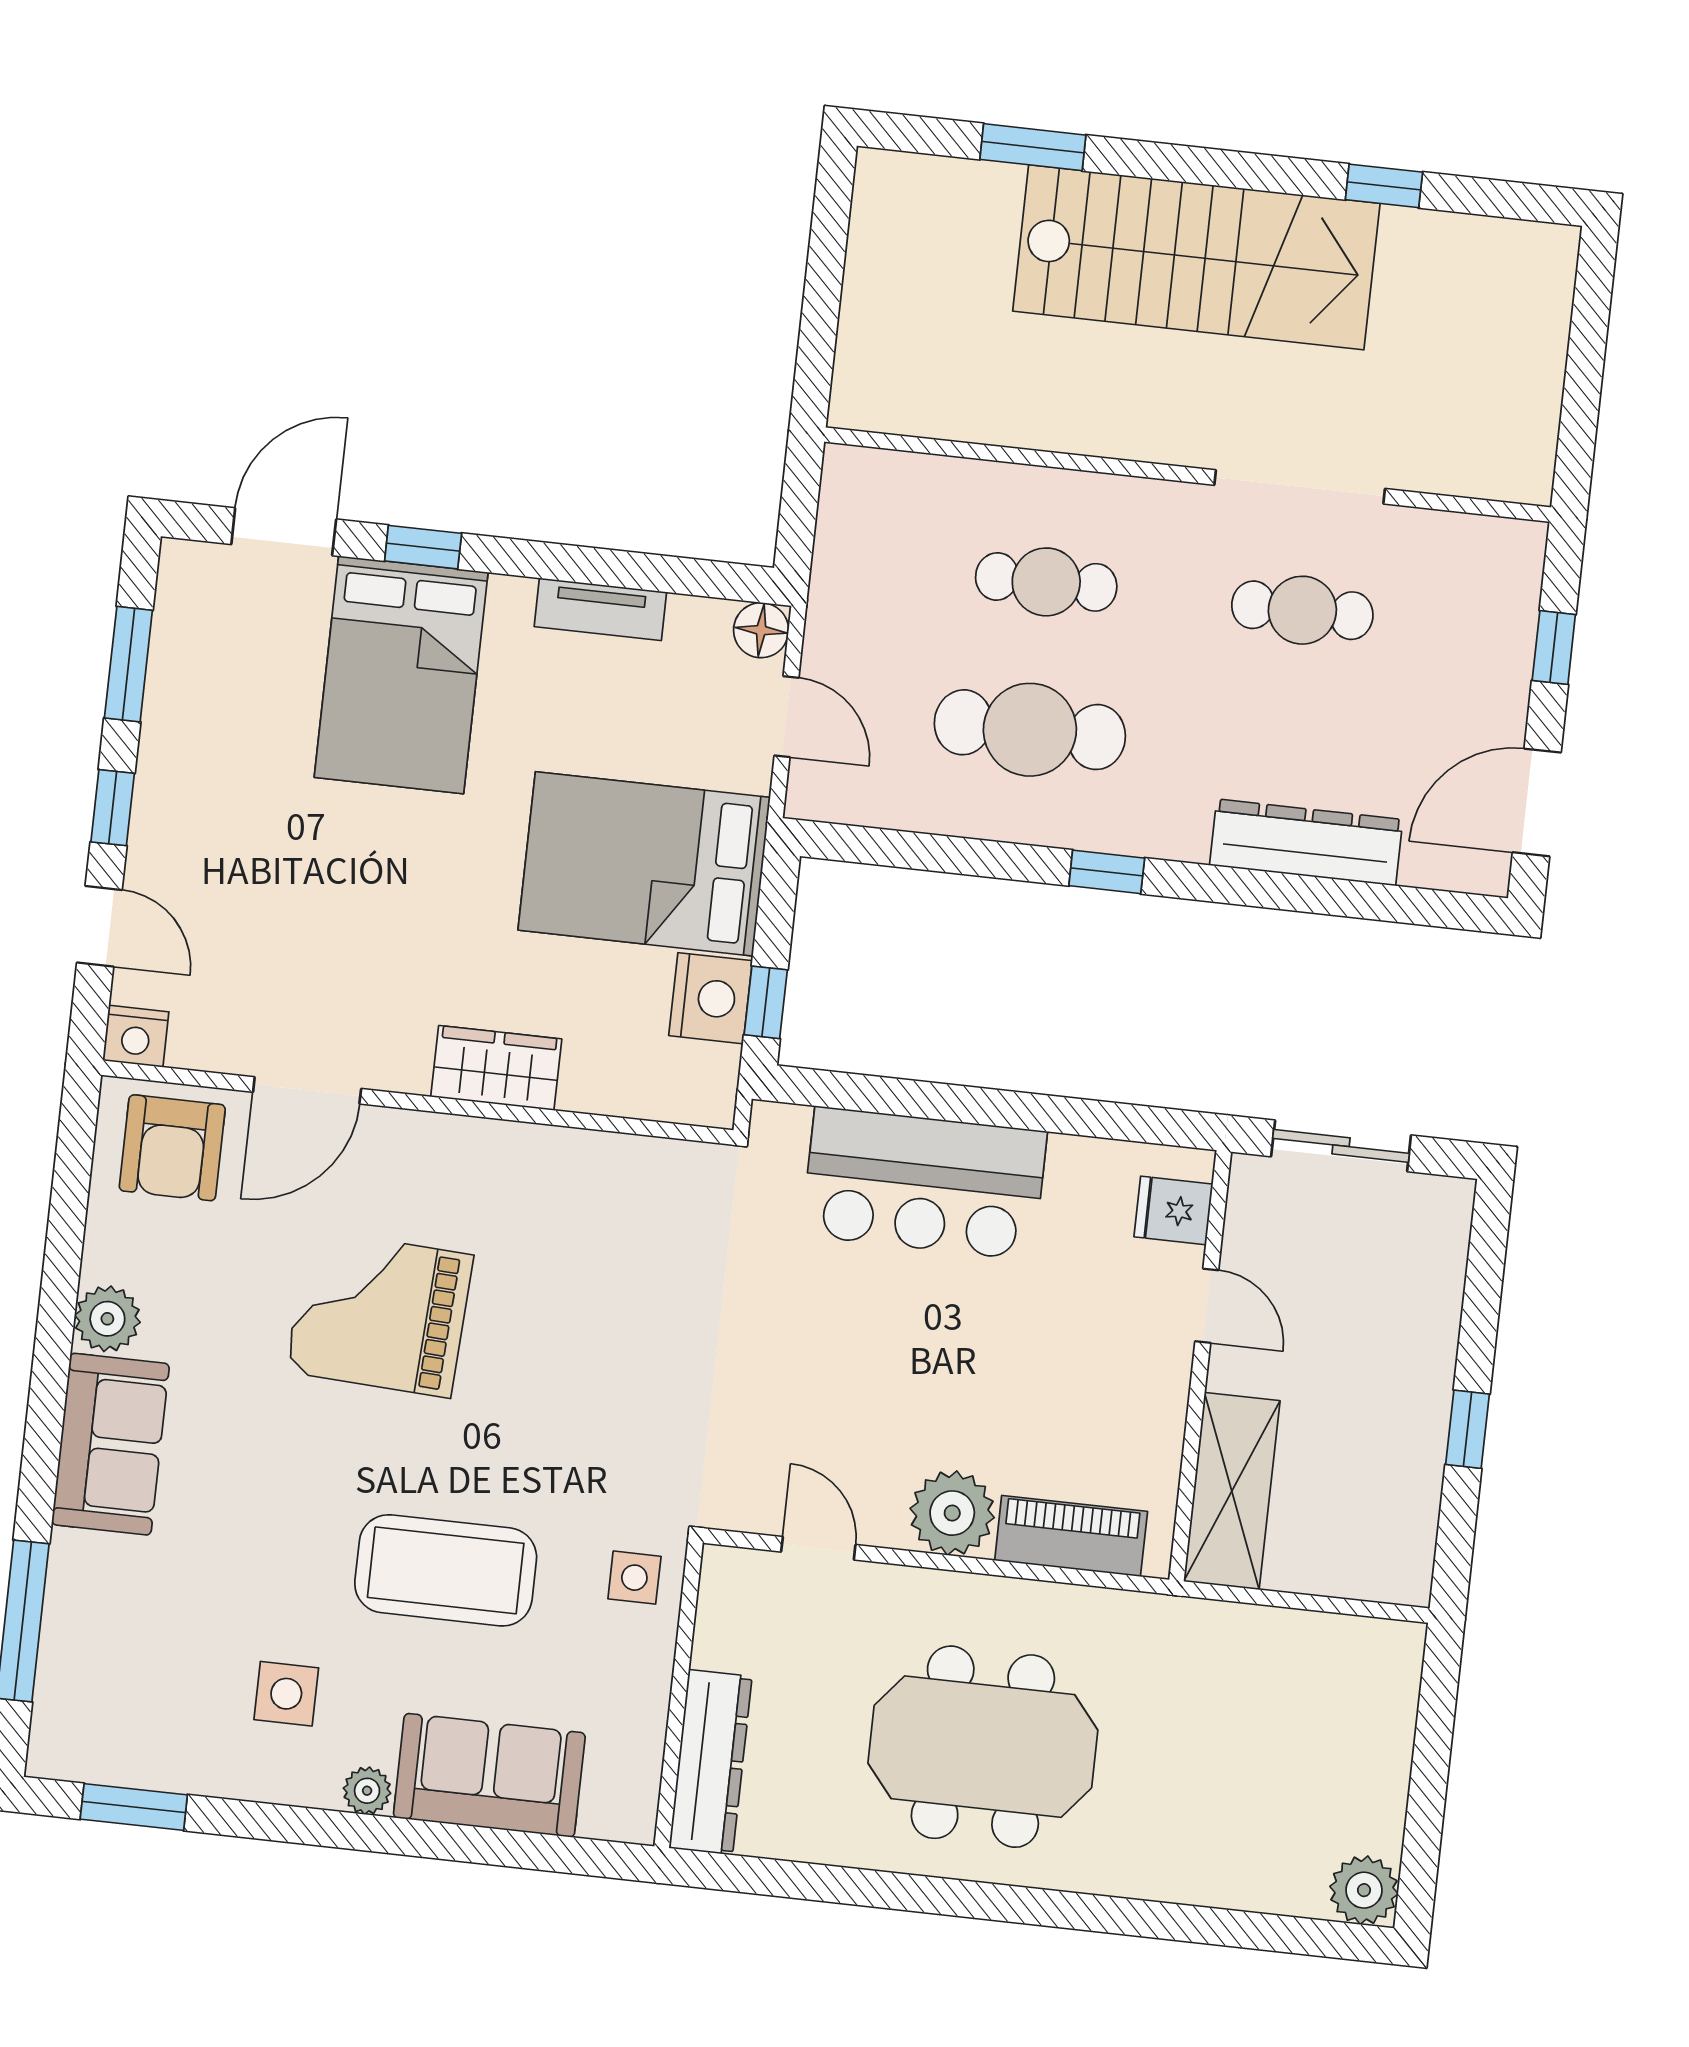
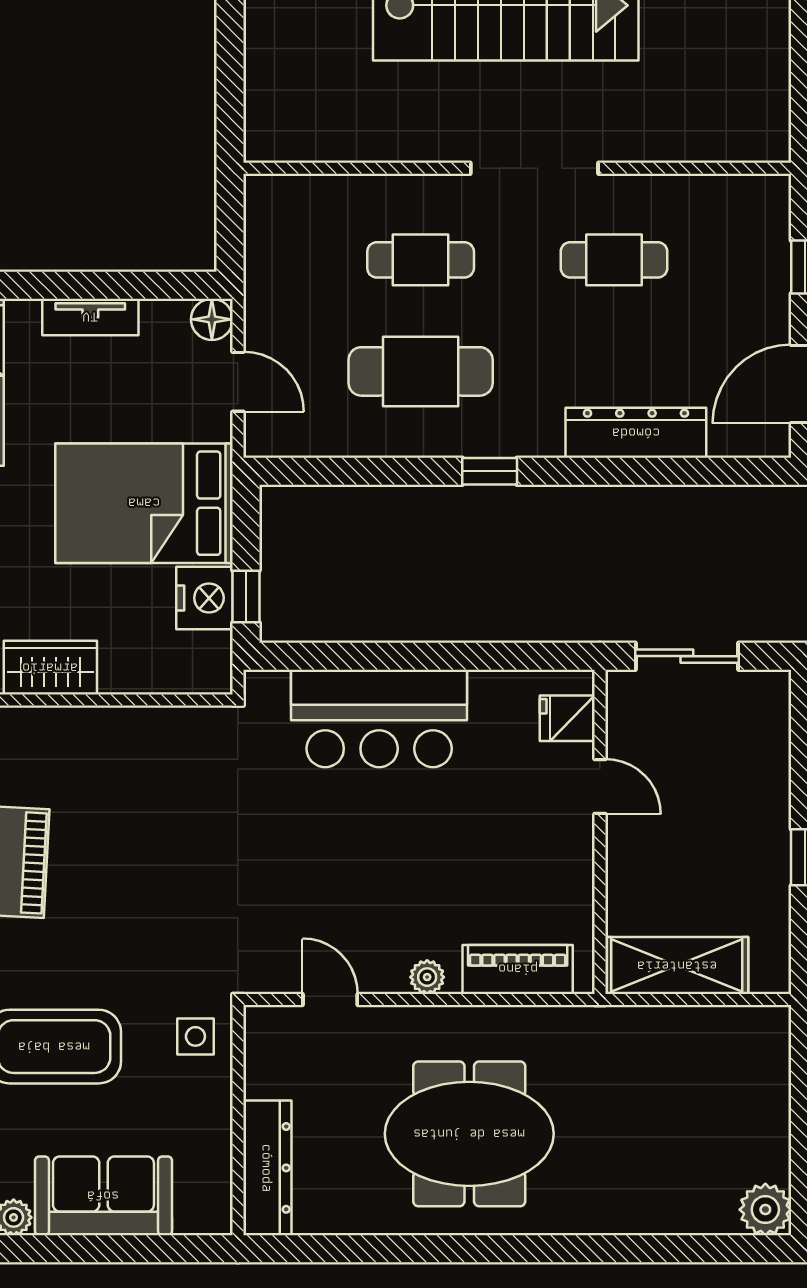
doorway: (1300, 487) -> (534, 168), moved
shelving: (1232, 1491) -> (677, 966), moved, turned 90
plant: (952, 1513) -> (427, 977), width x0.53, depth x0.53

